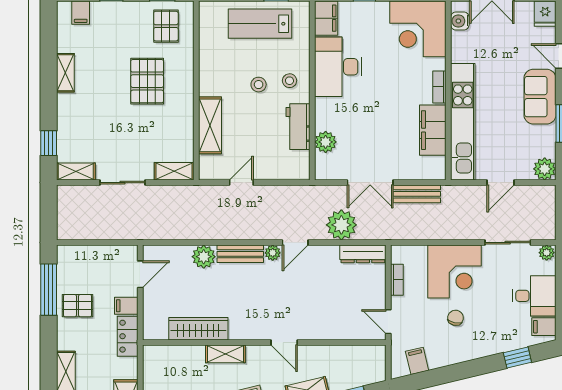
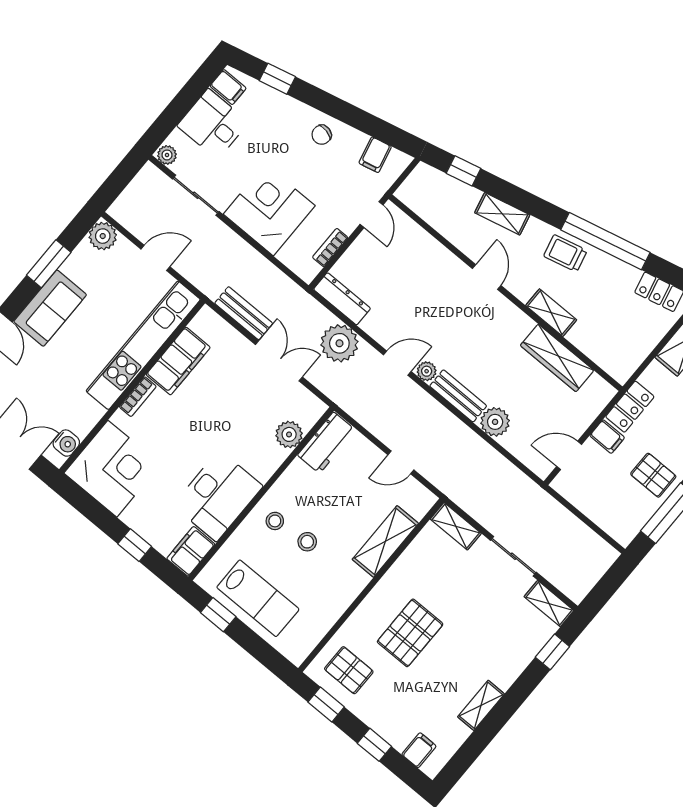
pallet: (166, 26) -> (349, 670), turned 90
workbench: (298, 127) -> (326, 443), moved
chair: (455, 318) -> (322, 135), moved

